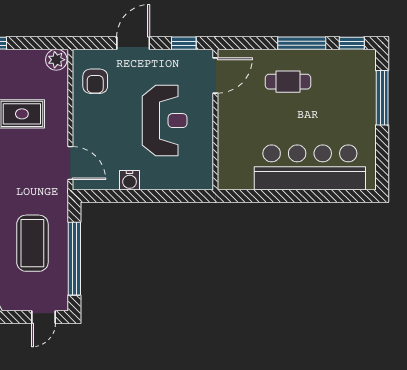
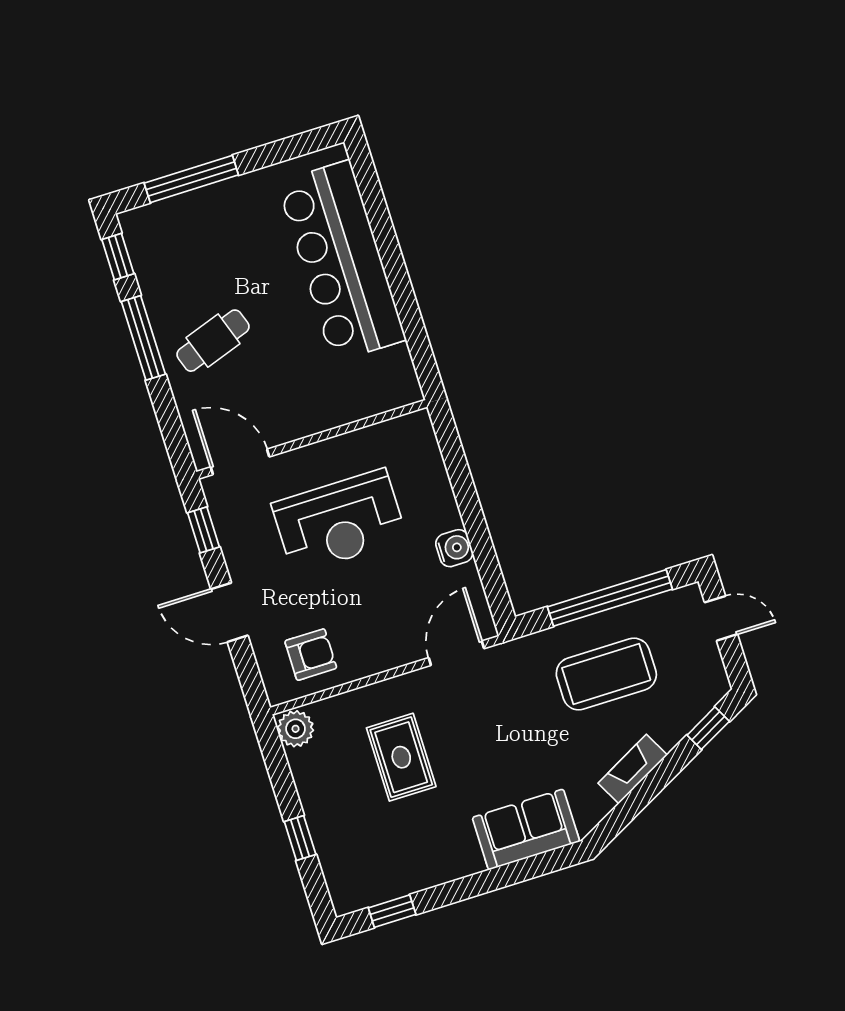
cafe table: (288, 82) -> (213, 341), turned 71
reception desk: (165, 121) -> (339, 521), turned 180

